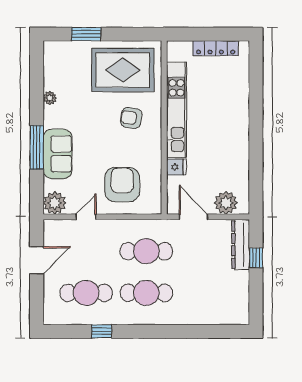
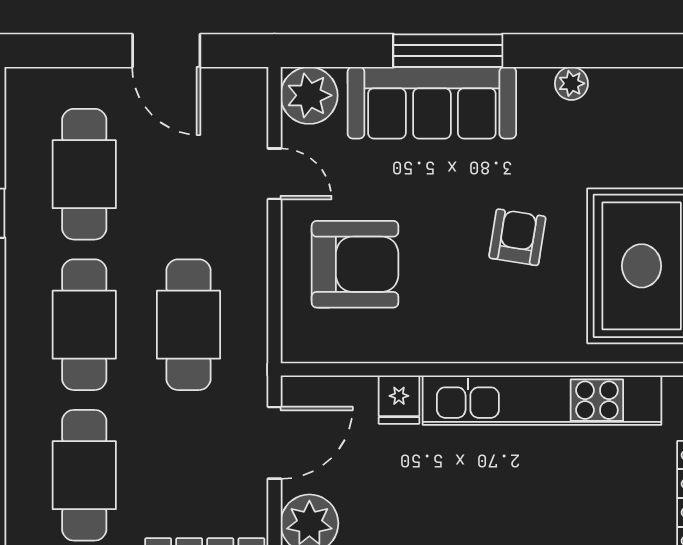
armchair: (131, 118) -> (517, 237), moved
sofa: (58, 154) -> (432, 103), width x1.36
cafe table: (207, 293) -> (84, 475), added

